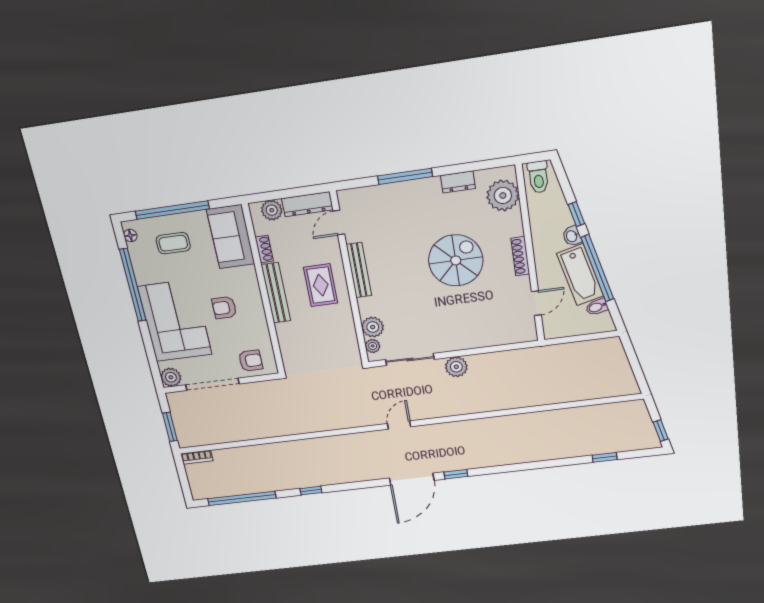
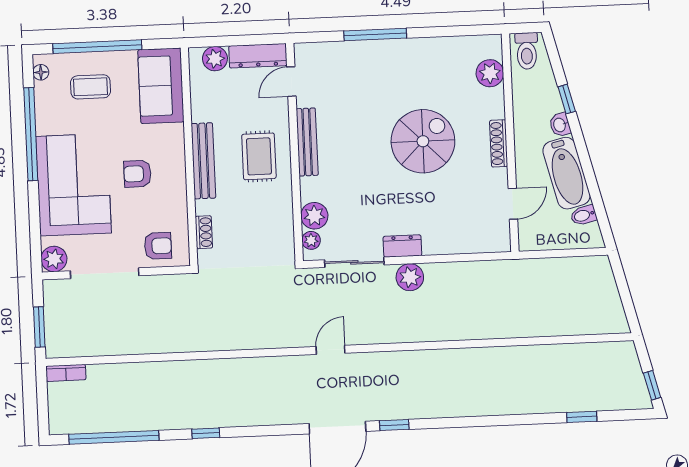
dresser: (458, 182) -> (402, 246), moved, turned 180
plant: (503, 195) -> (490, 73), width x0.73, depth x0.73
shoe rack: (264, 249) -> (204, 232), moved
window: (597, 268) -> (587, 167), removed

